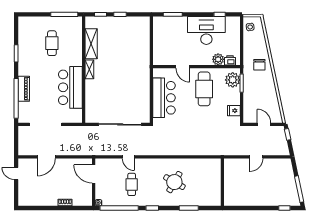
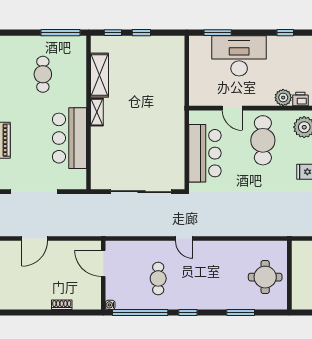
desk: (206, 30) -> (239, 56), moved
door: (128, 157) -> (184, 239), moved
round table: (174, 182) -> (265, 277), moved, turned -30

